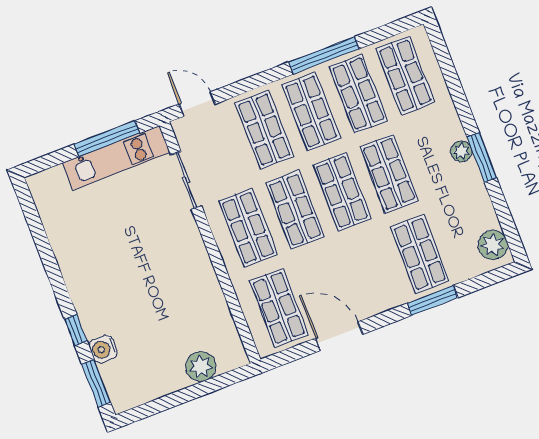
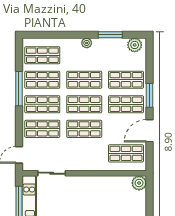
window: (482, 158) -> (110, 35), moved
shop shelf: (248, 228) -> (126, 104), moved
window: (433, 300) -> (149, 95), moved
plant: (201, 367) -> (139, 183), moved

